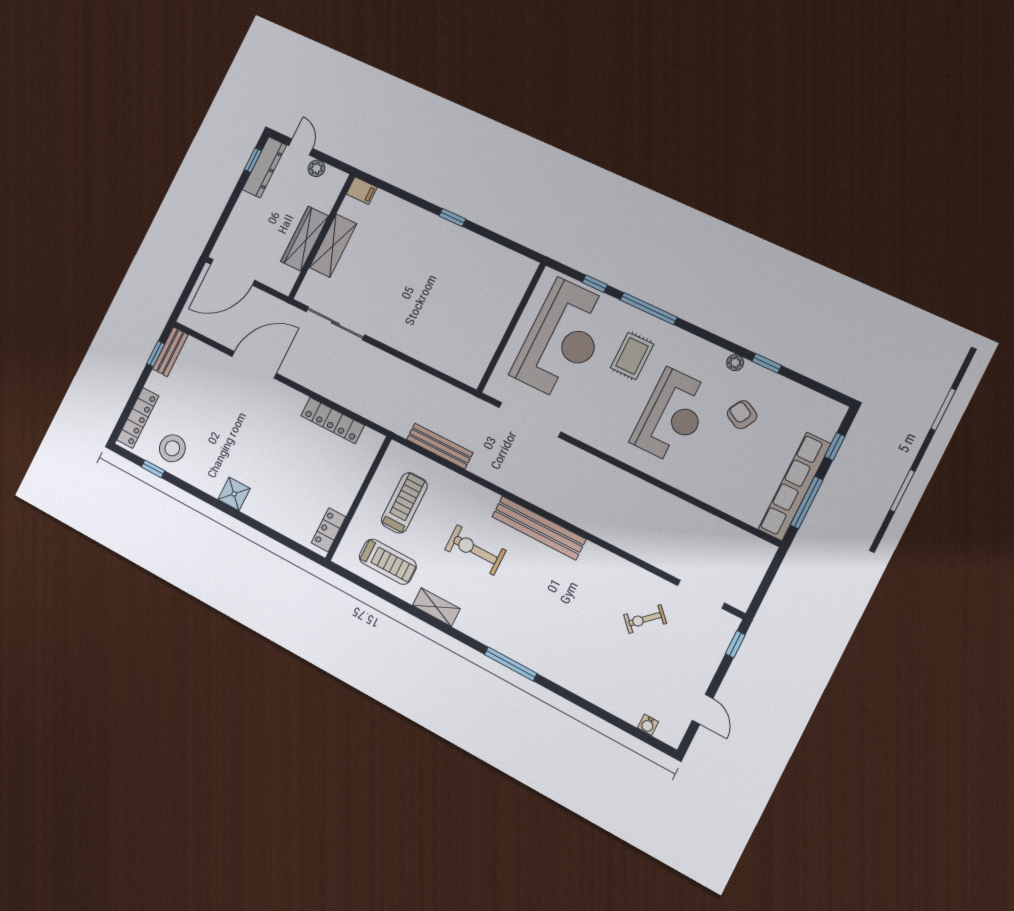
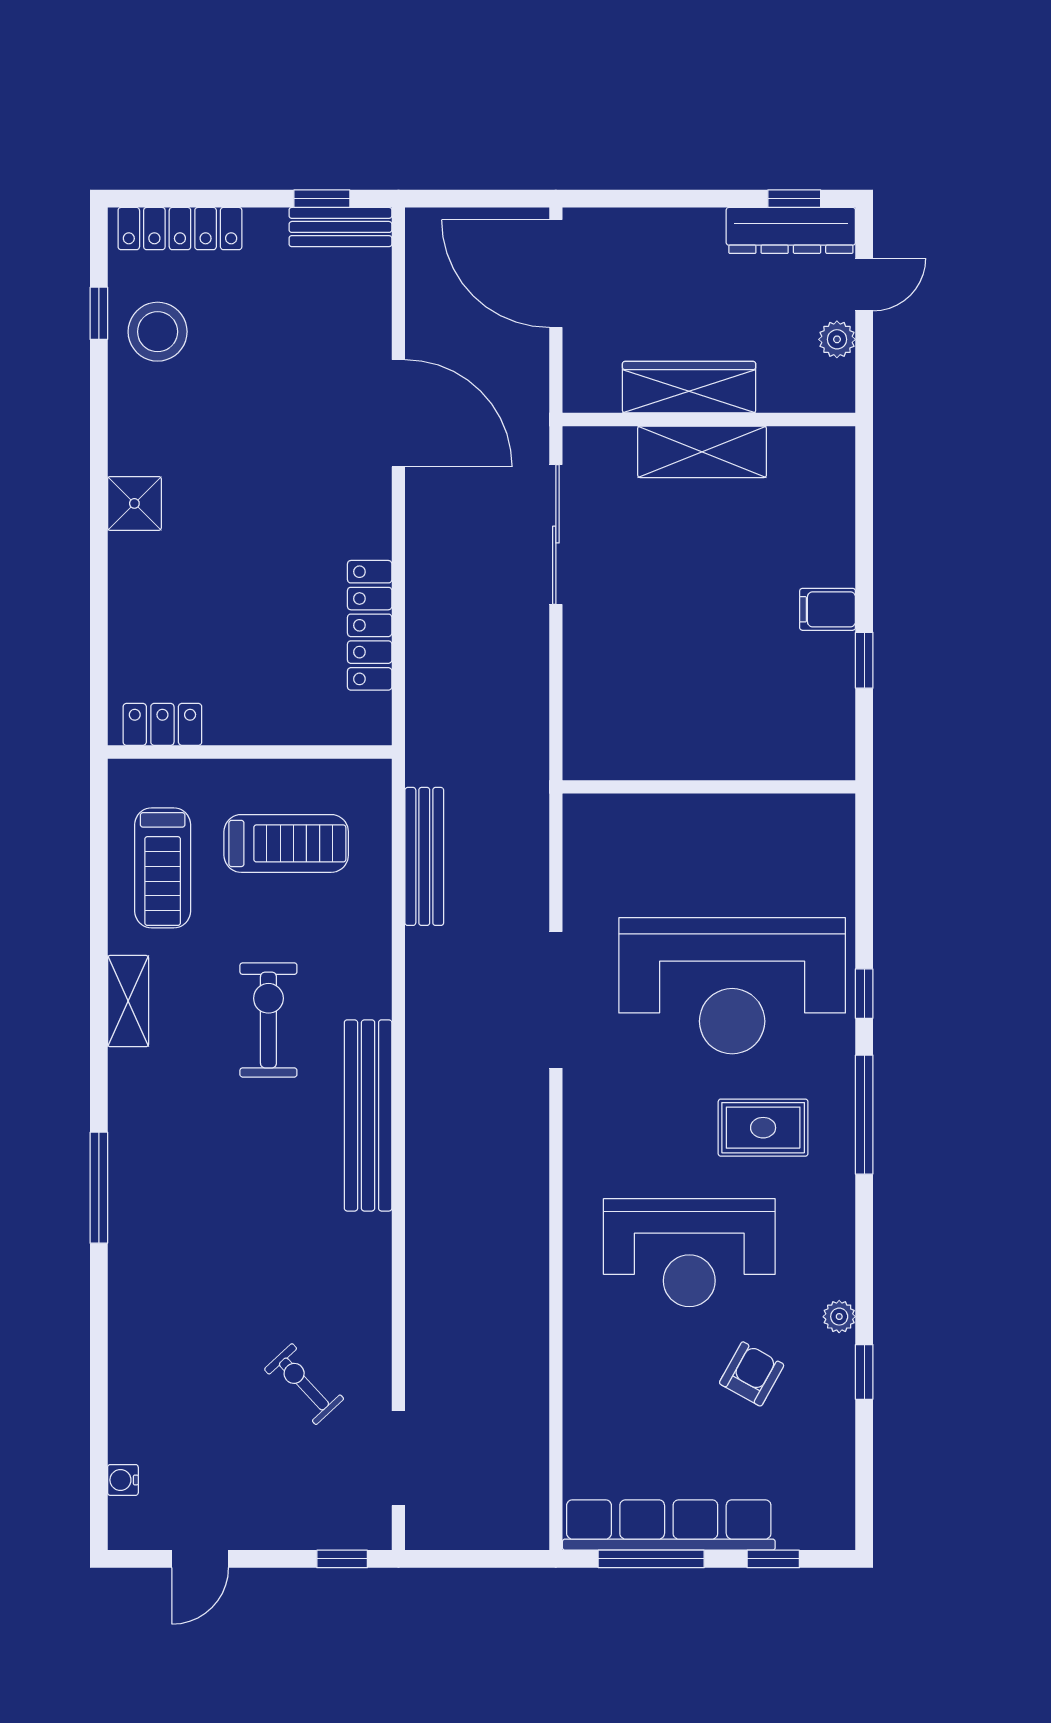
filing cabinet: (362, 191) -> (828, 609), moved, turned 90
wall: (511, 328) -> (709, 787), moved

